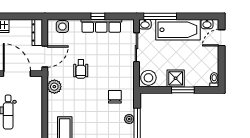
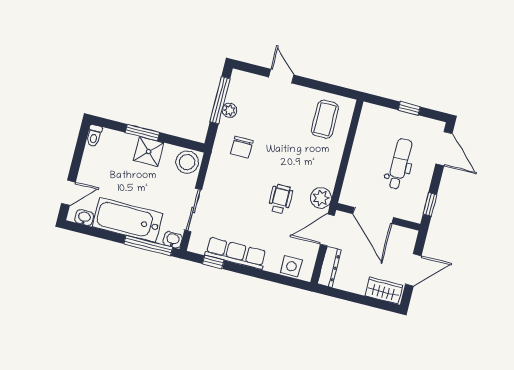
window: (98, 16) -> (213, 262), moved
plant: (54, 87) -> (321, 198), moved

